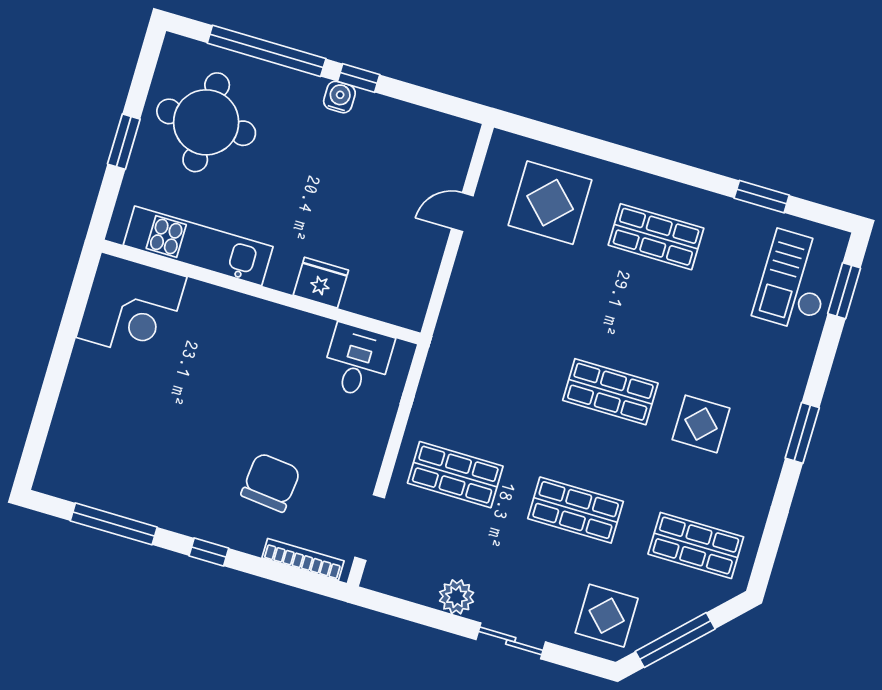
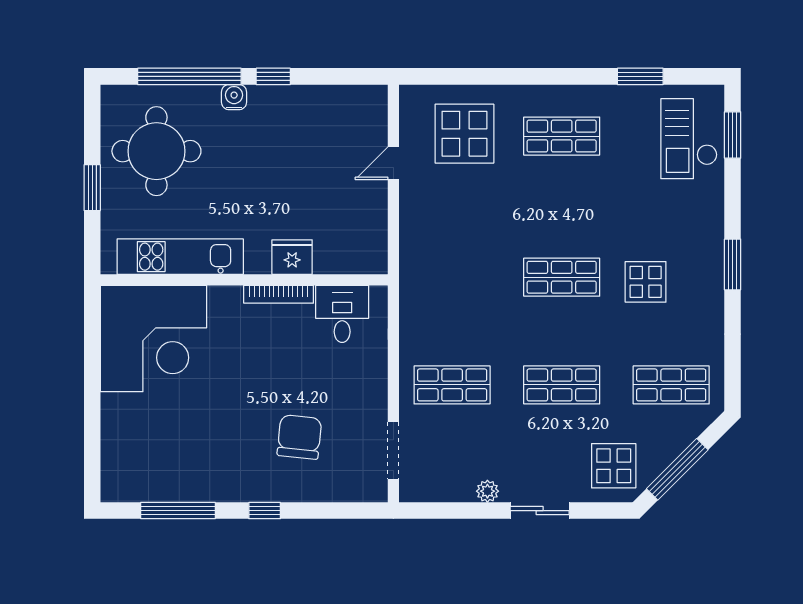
water cooler: (339, 97) -> (234, 97), moved
corner desk: (131, 307) -> (154, 339), width x1.36, depth x1.36
bookcase: (303, 559) -> (279, 294), moved, turned 180
plant: (457, 597) -> (487, 491), width x0.73, depth x0.73

